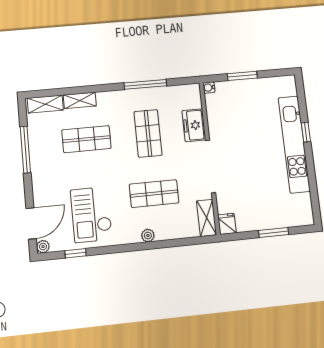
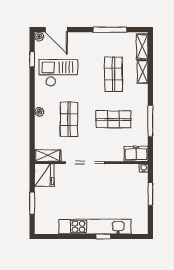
freezer: (194, 125) -> (136, 154), moved
fridge: (227, 224) -> (44, 175), width x1.88, depth x1.34

